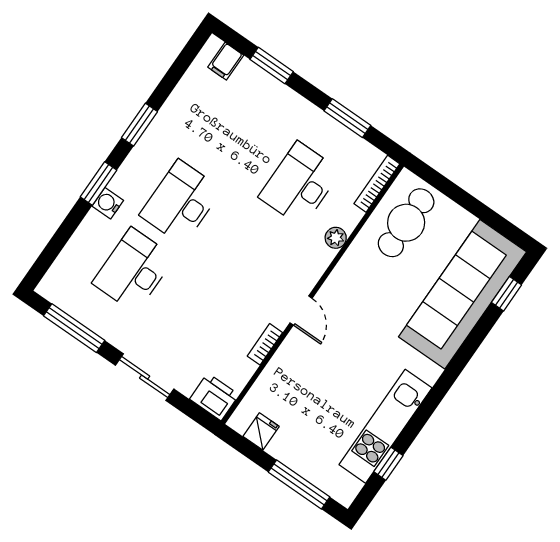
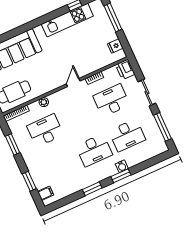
desk: (300, 184) -> (45, 130), turned 180
desk: (205, 320) -> (111, 100), added

